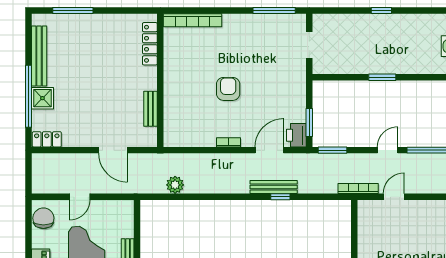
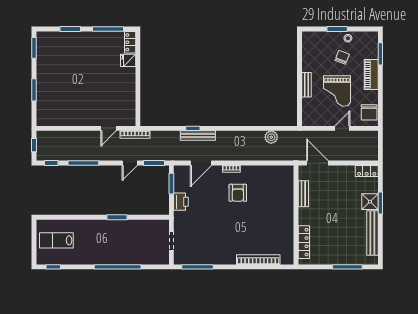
window: (381, 11) -> (118, 267), width x3.17
locker: (150, 44) -> (304, 242), moved
wall: (160, 80) -> (296, 215), moved
armchair: (228, 89) -> (238, 193), moved
window: (28, 96) -> (380, 203), width x0.47
bench: (150, 109) -> (303, 194), moved
printer: (296, 135) -> (181, 202), moved
door: (388, 150) -> (130, 163), moved

